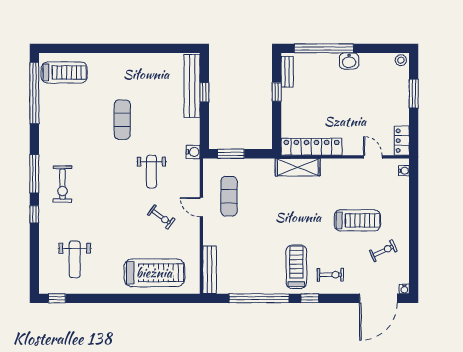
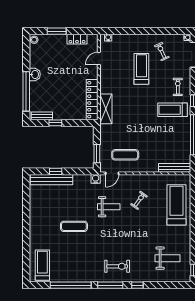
window: (34, 93) -> (71, 285), moved
locker: (402, 141) -> (77, 39), moved
door: (201, 207) -> (112, 173), moved

